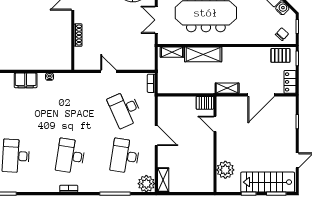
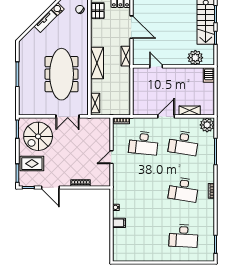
shelving: (203, 54) -> (97, 63), moved
filing cabinet: (26, 80) -> (119, 223), width x0.50
server rack: (205, 103) -> (209, 75), moved
desk: (125, 109) -> (144, 143), turned 30
door: (215, 124) -> (156, 66), swing flipped
shelving: (163, 180) -> (190, 111), moved

